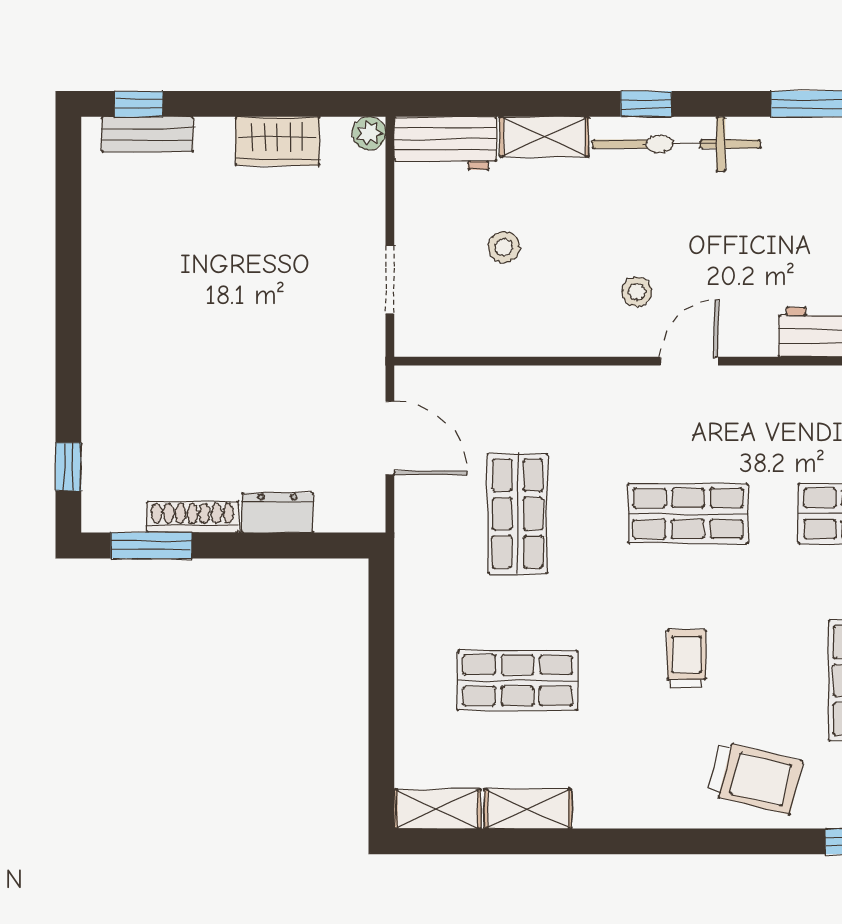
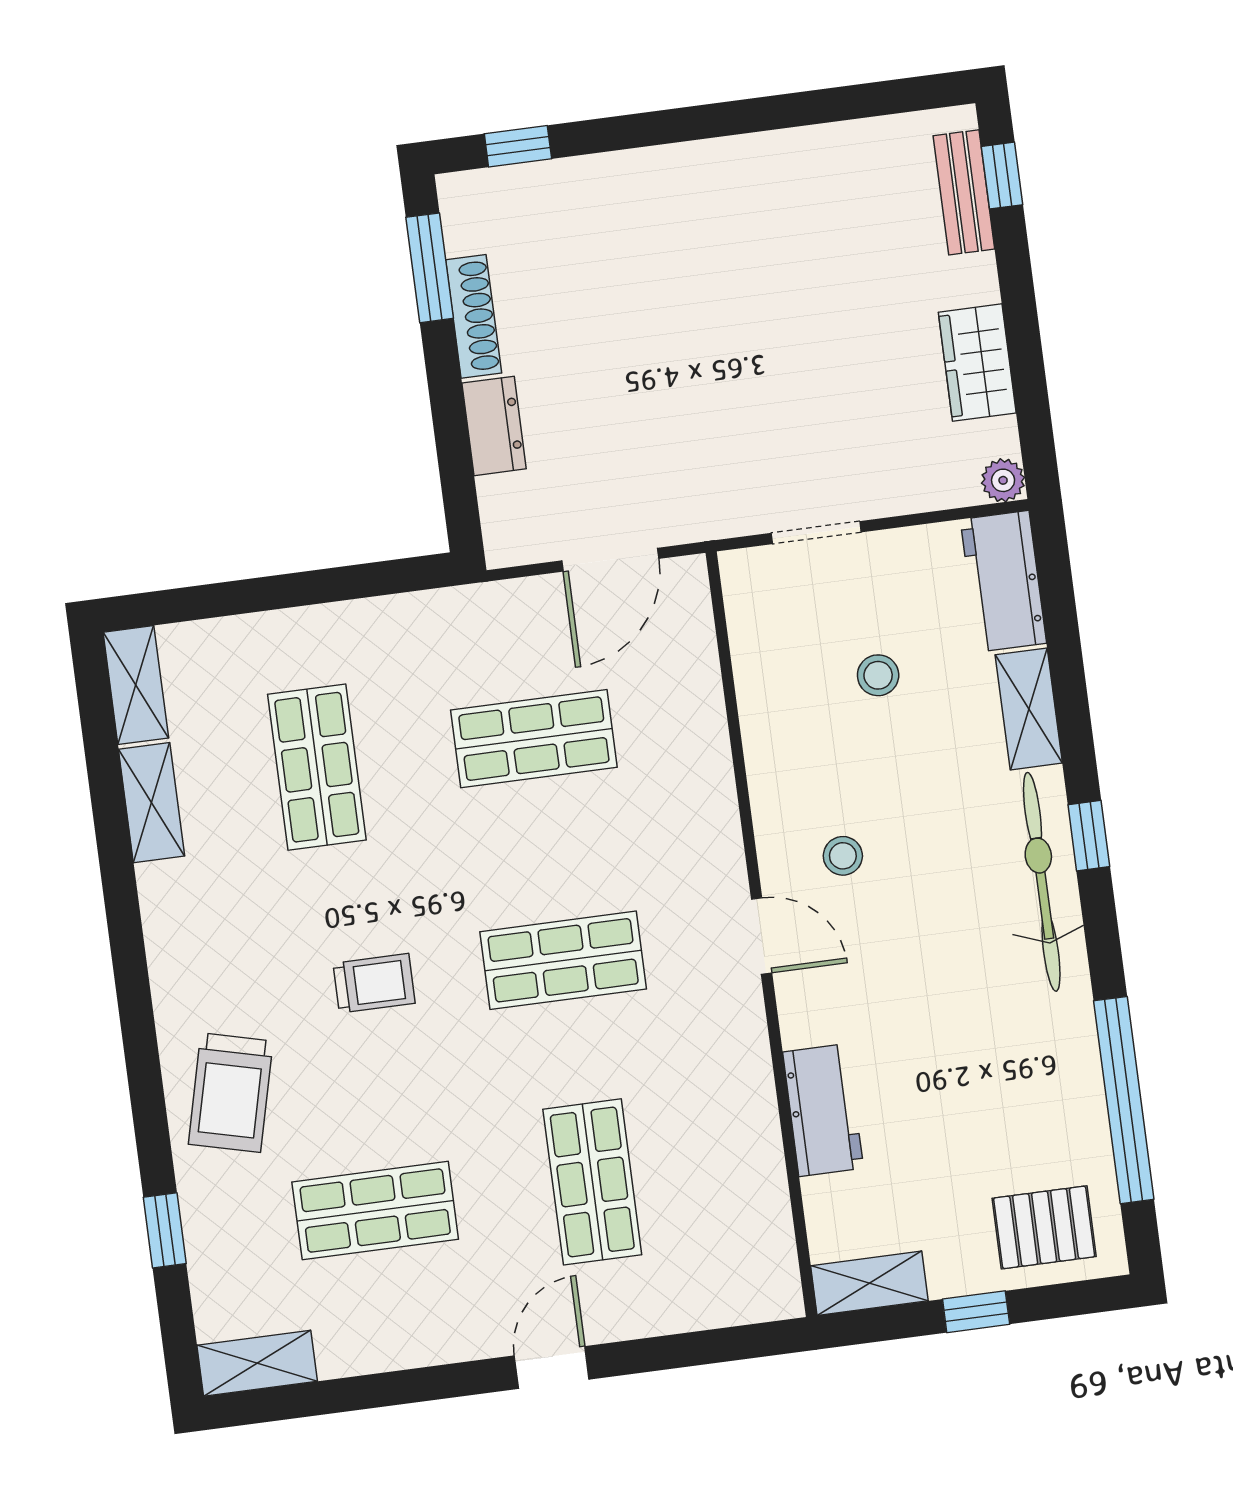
shop shelf: (688, 514) -> (563, 960), turned 90

